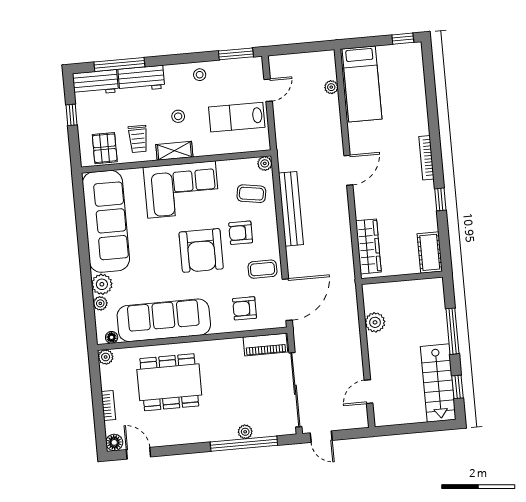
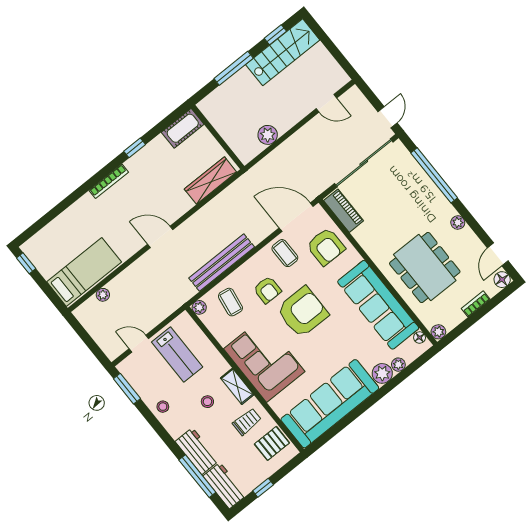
armchair: (245, 308) -> (326, 247), width x1.38, depth x1.38
plant: (245, 432) -> (458, 223), moved

